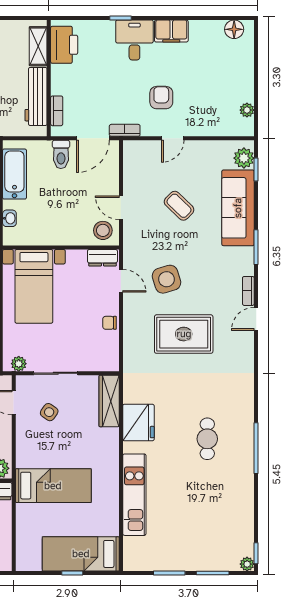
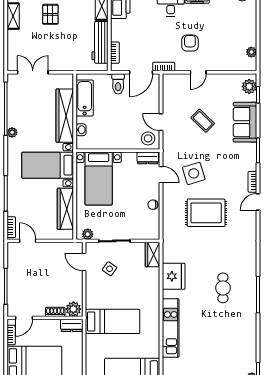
sofa: (238, 208) -> (245, 122), width x0.73
wardrobe: (109, 401) -> (153, 255), width x0.67

